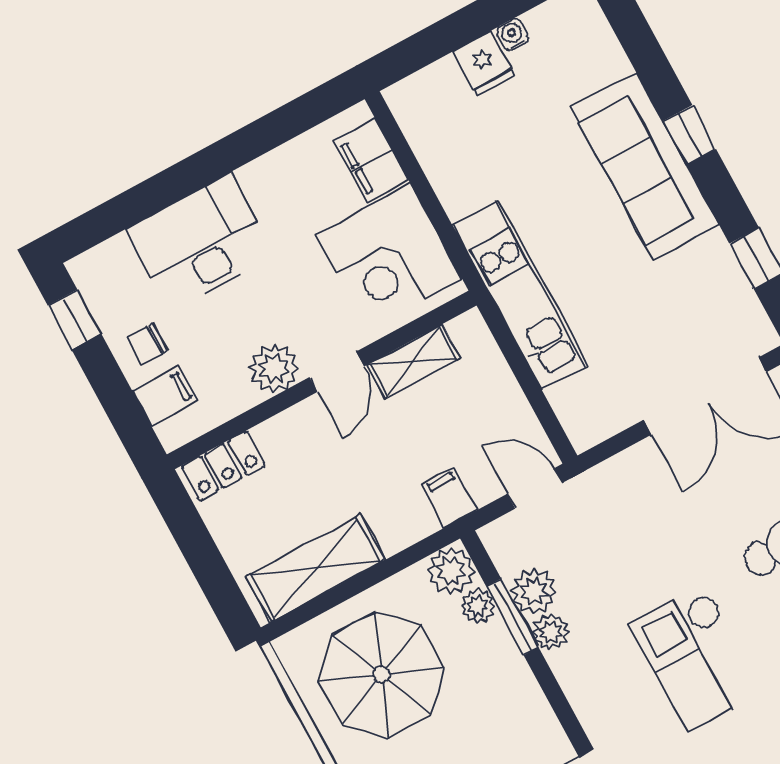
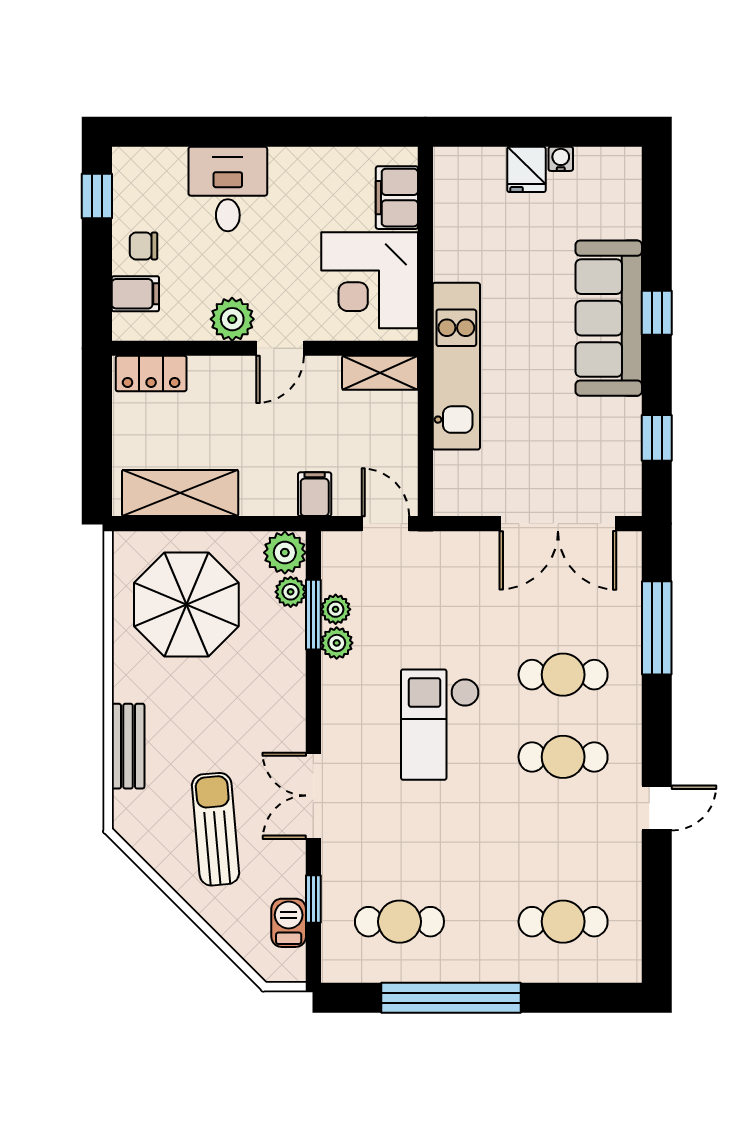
desk: (200, 243) -> (228, 189), width x0.73
shelving: (414, 361) -> (380, 373), moved
plant: (534, 591) -> (336, 609), width x0.73, depth x0.73

